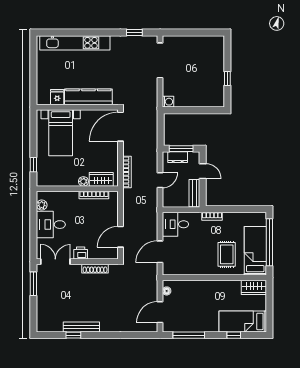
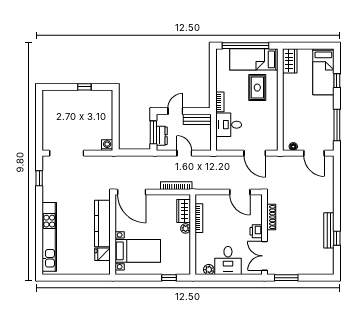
desk: (175, 224) -> (229, 125), moved, turned 90
rug: (227, 254) -> (257, 88), turned 90

